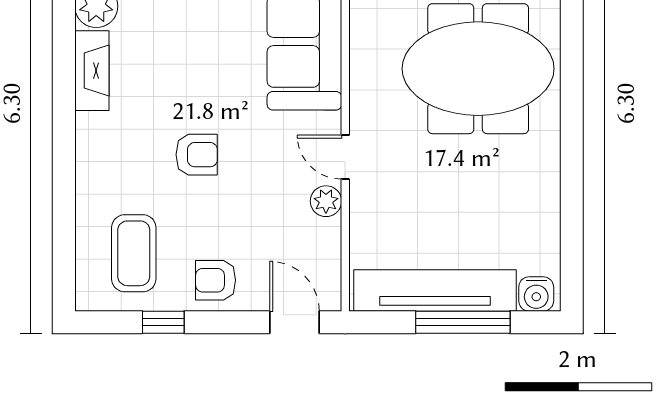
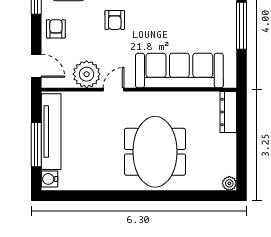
plant: (326, 201) -> (87, 74), width x1.87, depth x1.87
door: (295, 322) -> (36, 66), hinge flipped

